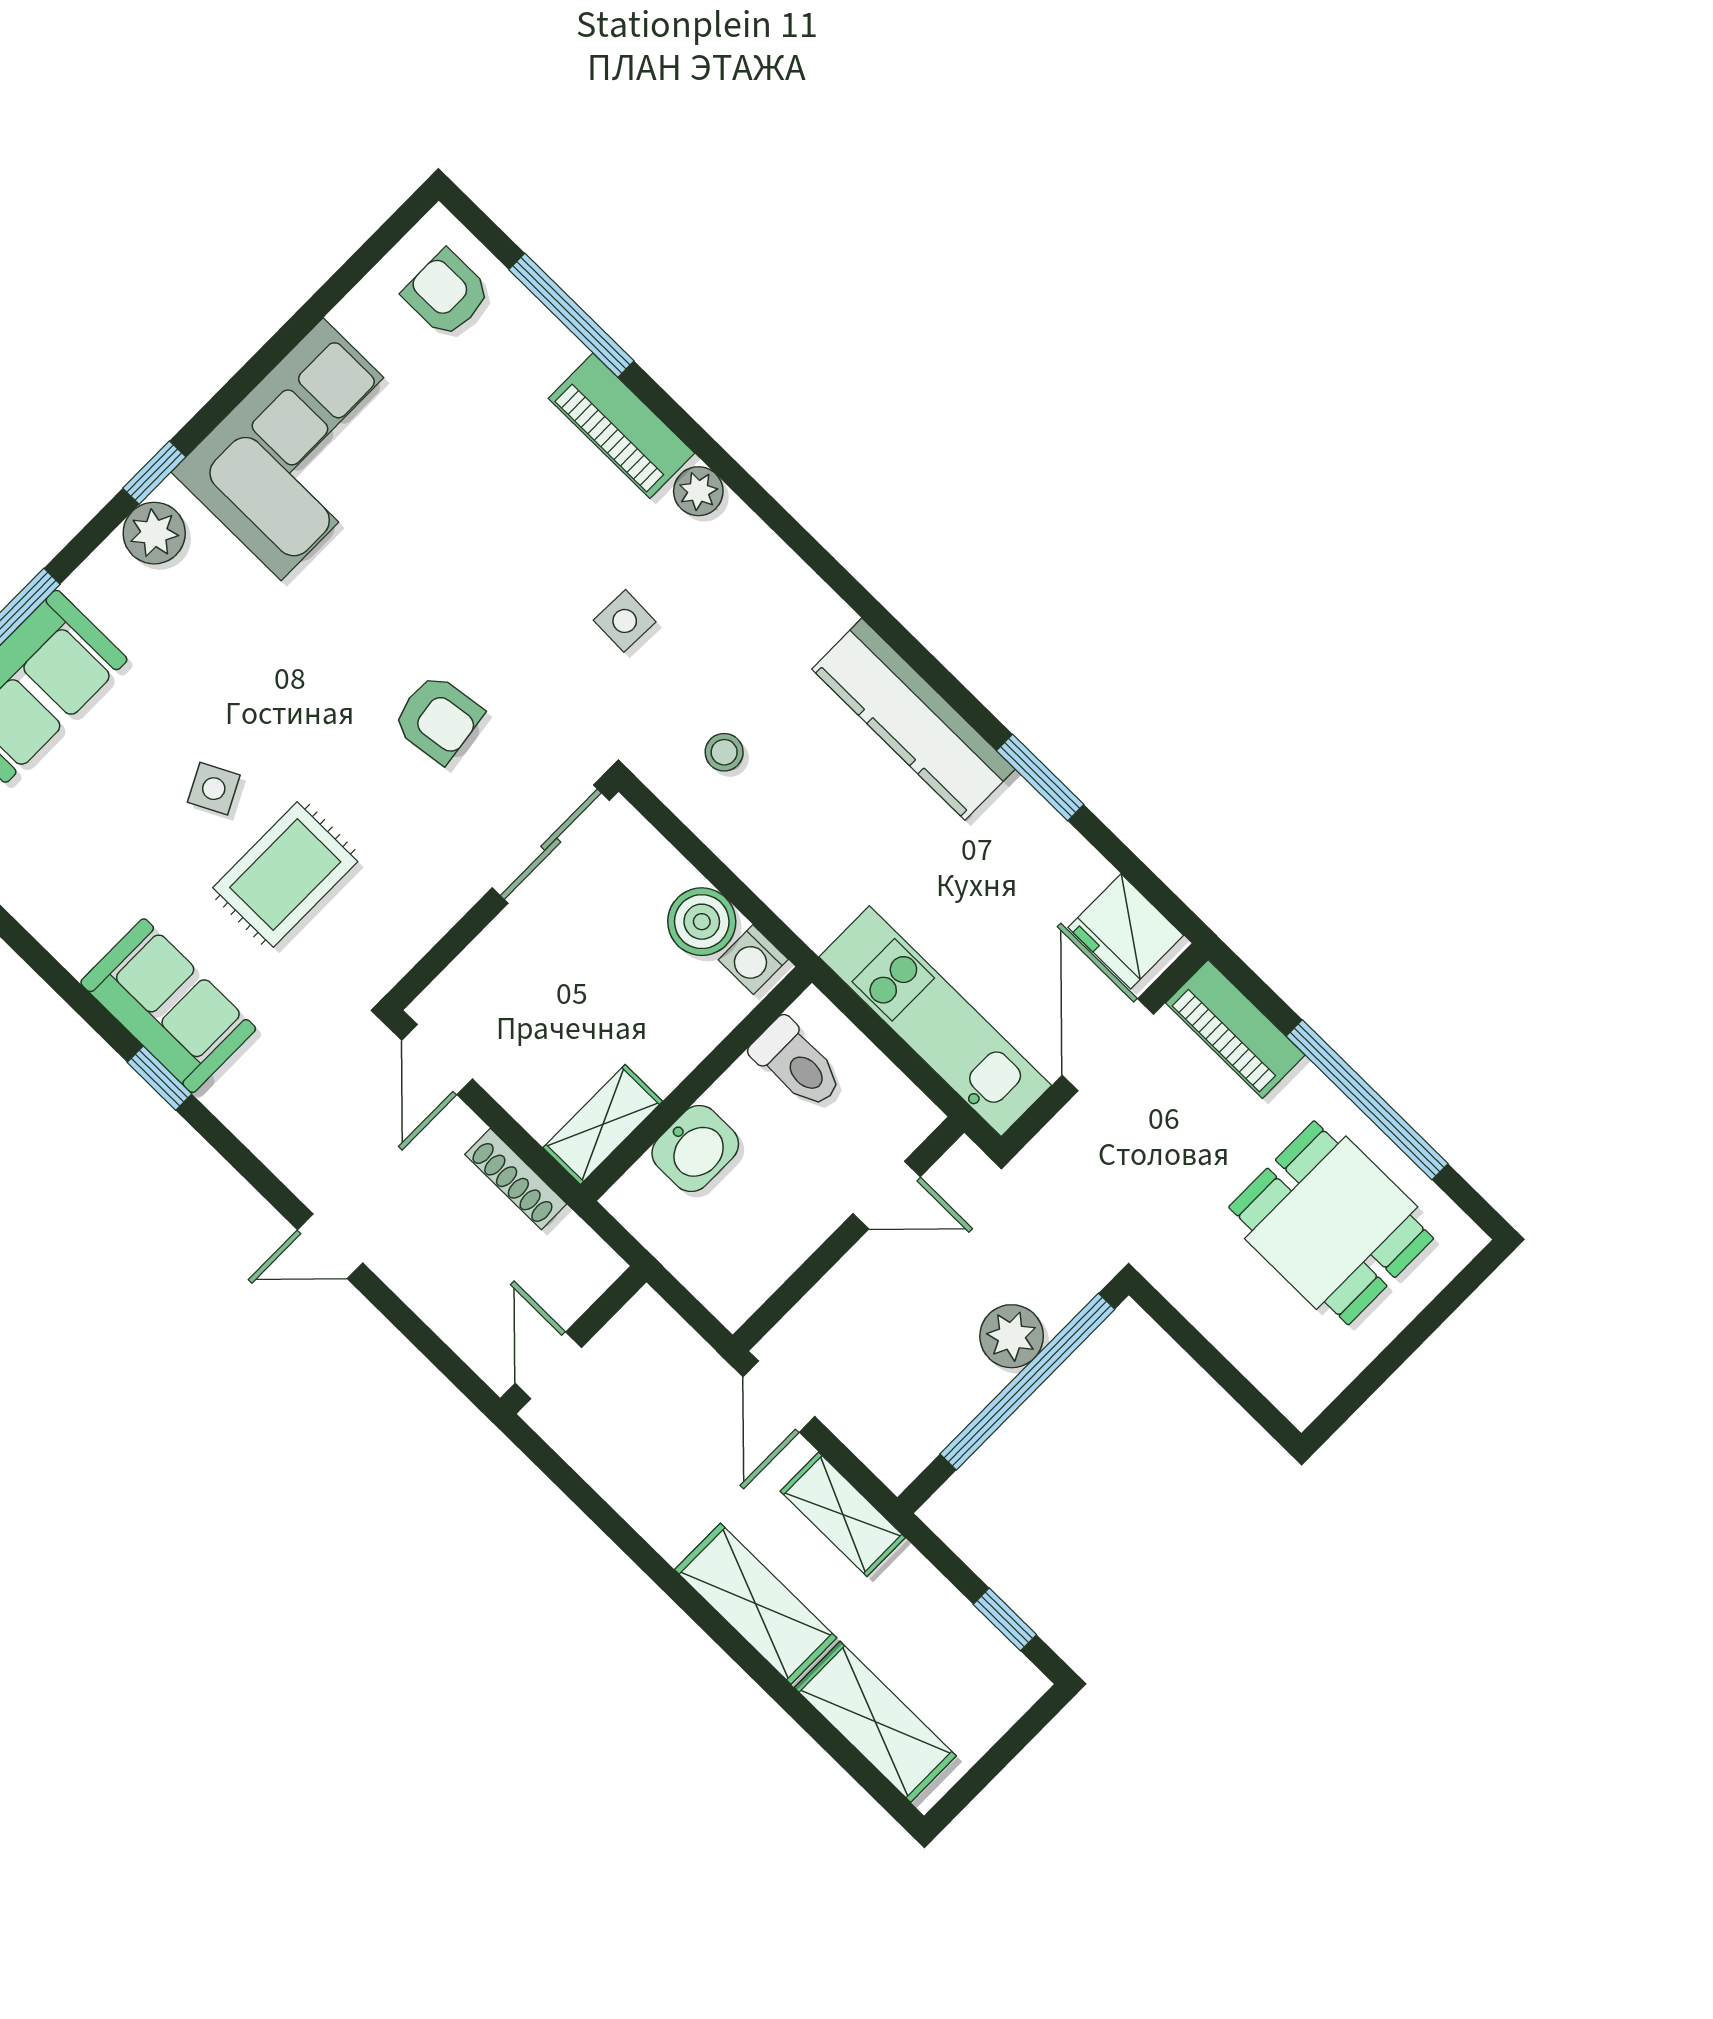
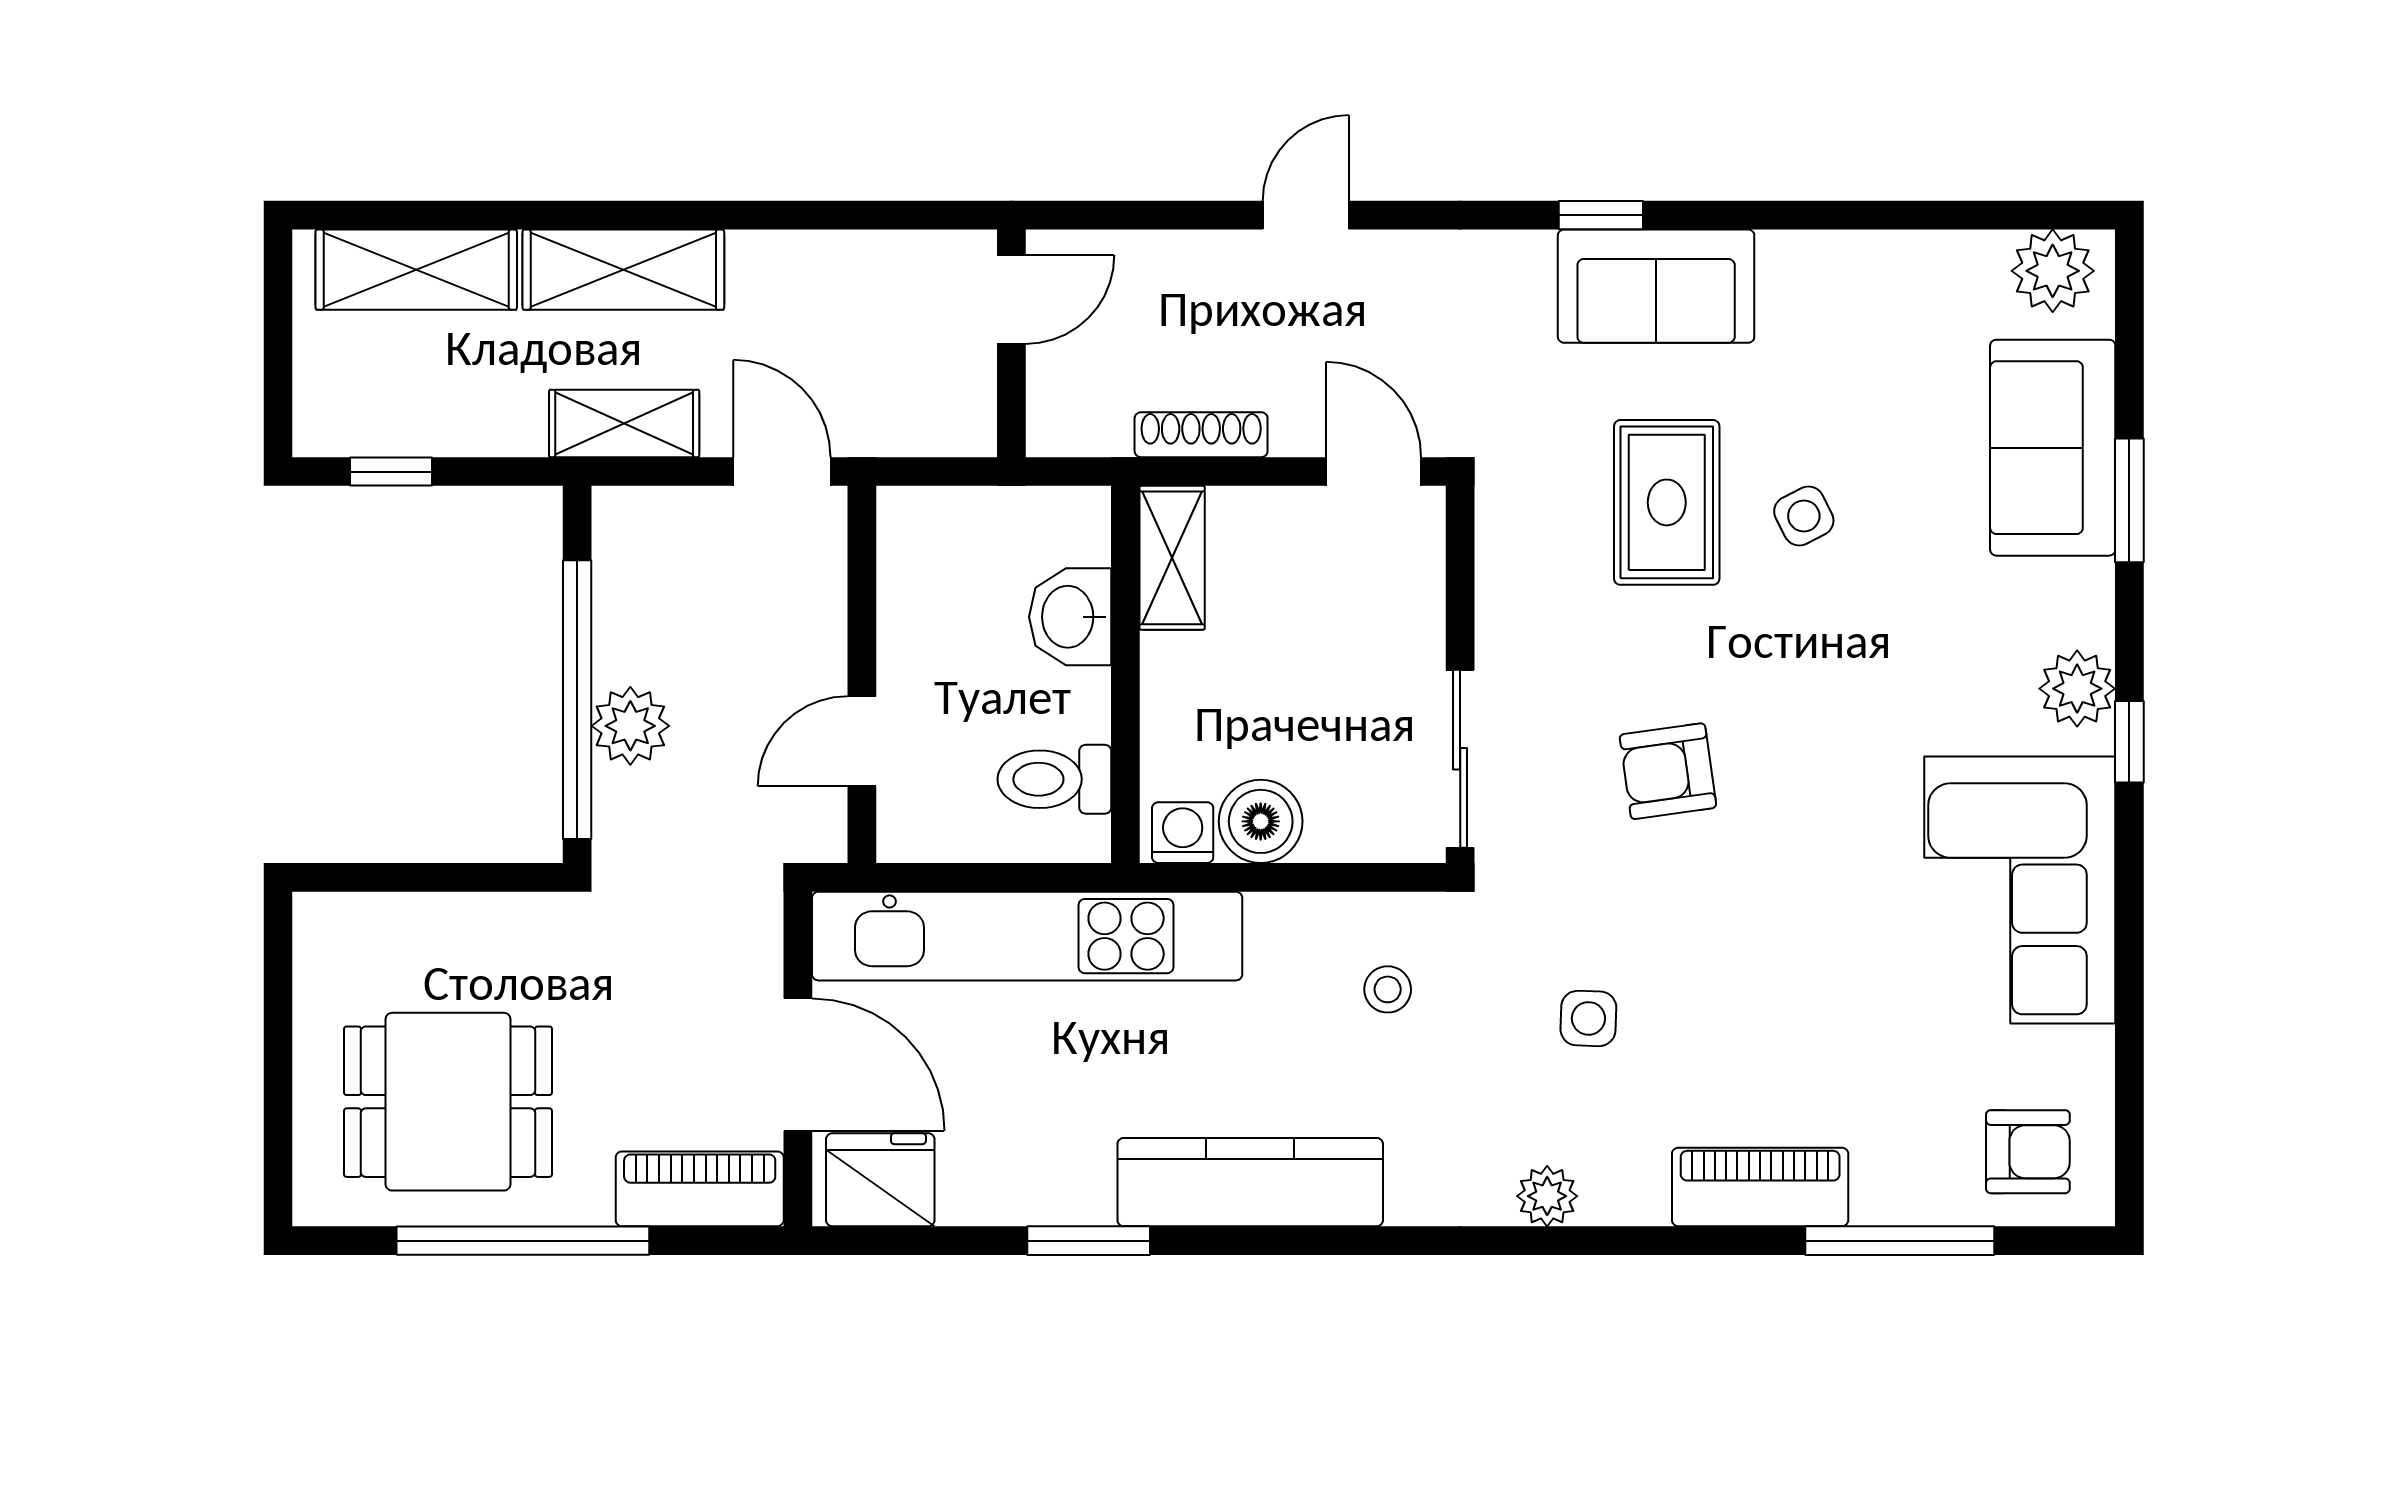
plant: (698, 491) -> (1547, 1196), moved
kitchen unit: (935, 1021) -> (1027, 936), width x1.36
door: (548, 1365) -> (1011, 299), hinge flipped

